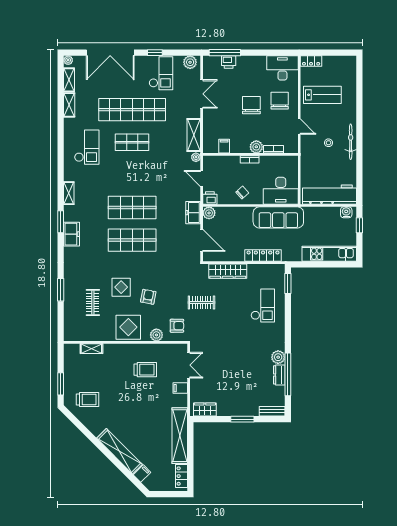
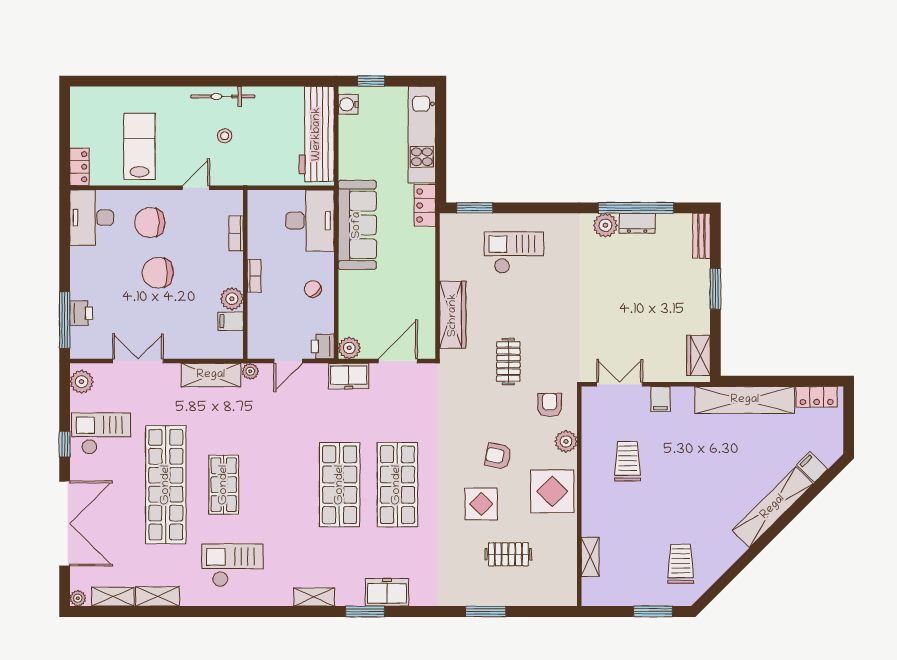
plant: (256, 147) -> (232, 299), moved
locker: (263, 255) -> (425, 205), moved, width x0.66

